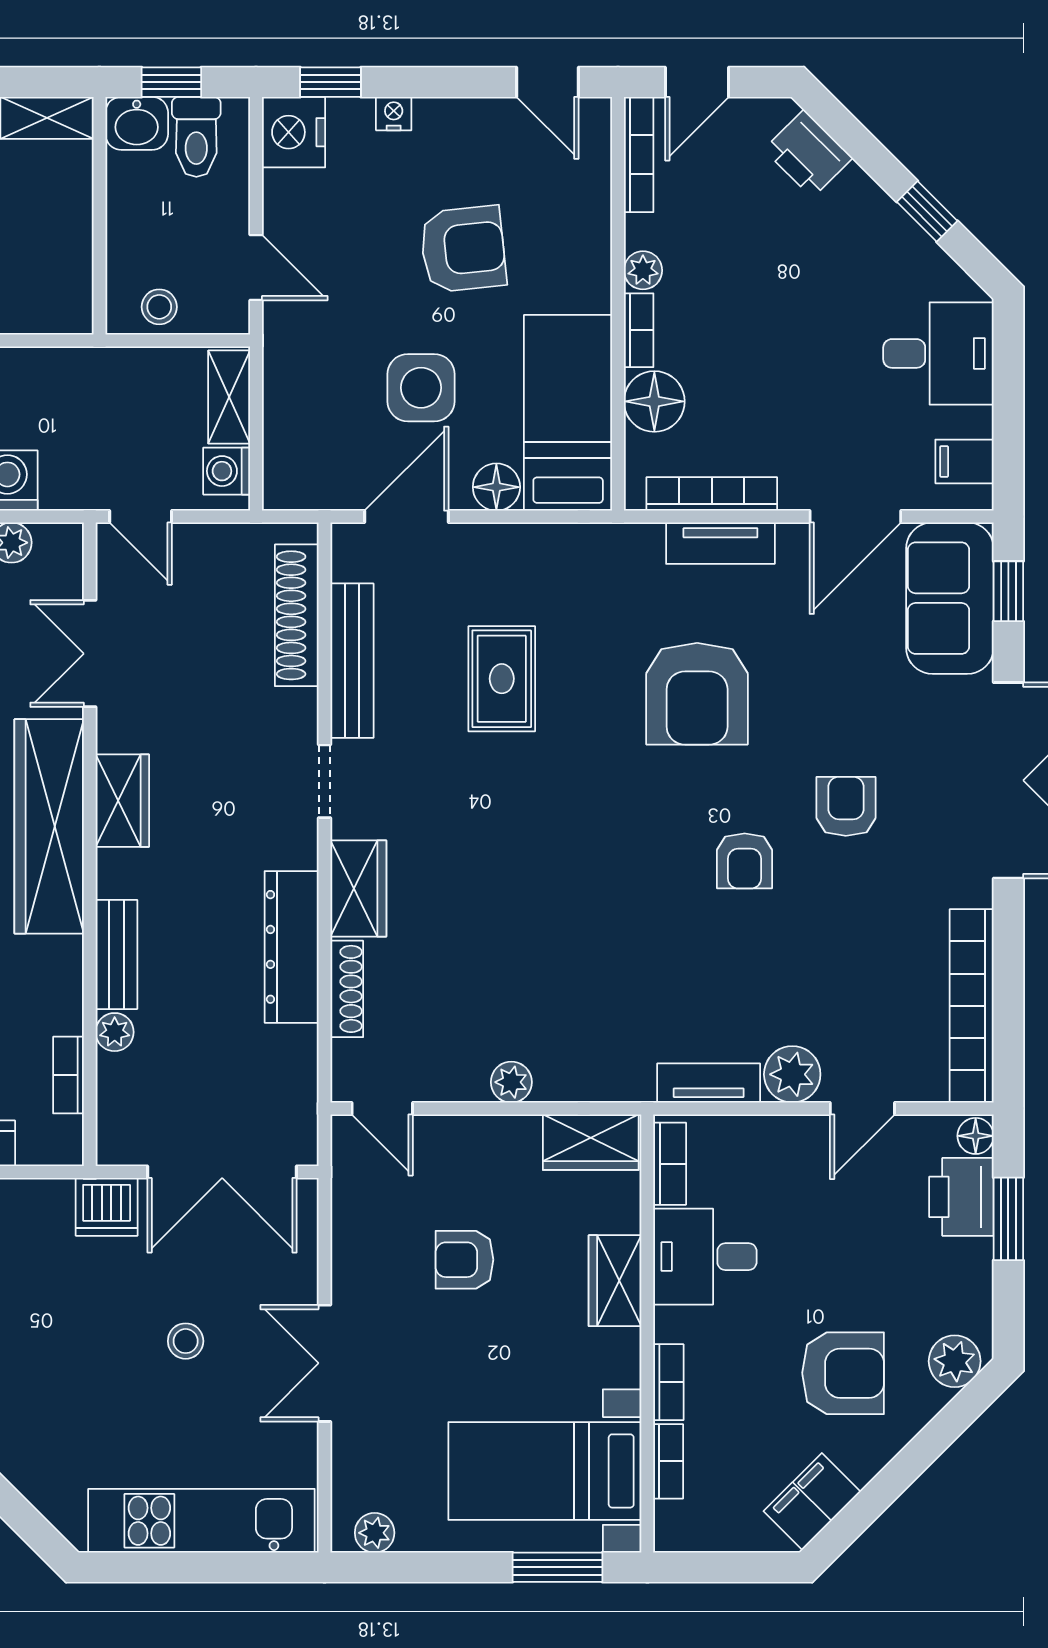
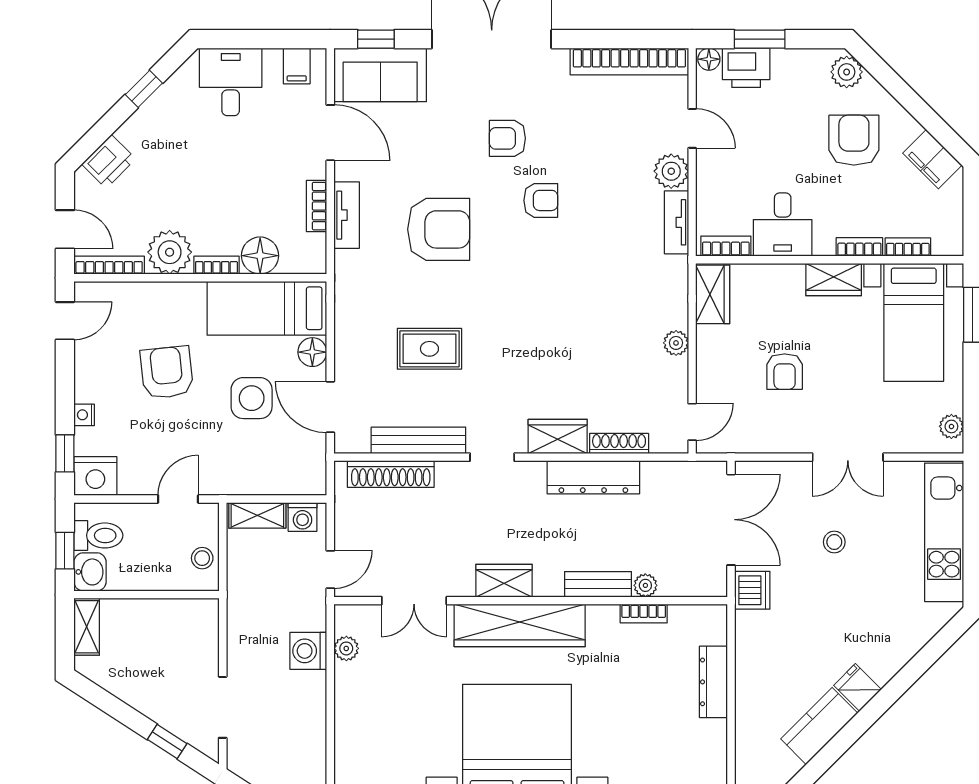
plant: (643, 270) -> (170, 252), width x1.88, depth x1.88
bookcase: (712, 494) -> (317, 206), width x0.64
bookcase: (68, 1075) -> (644, 614), moved
wardrobe: (615, 1281) -> (834, 280), moved

